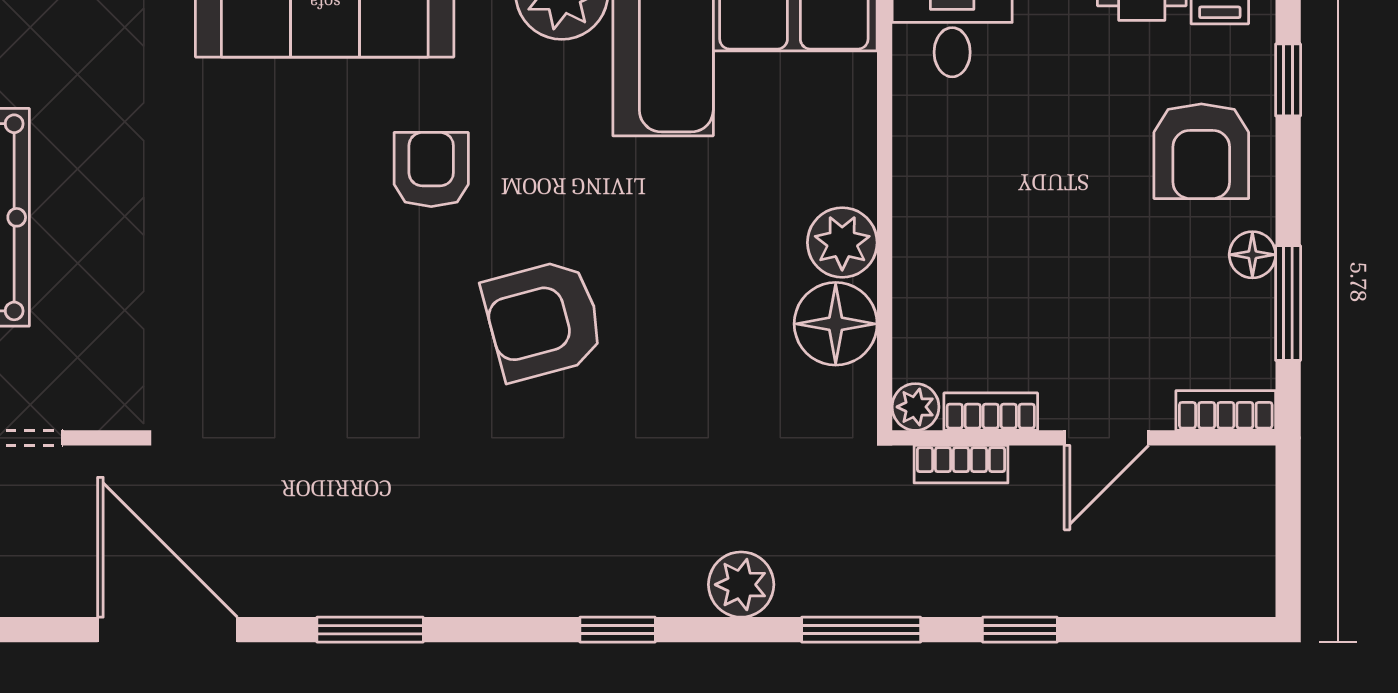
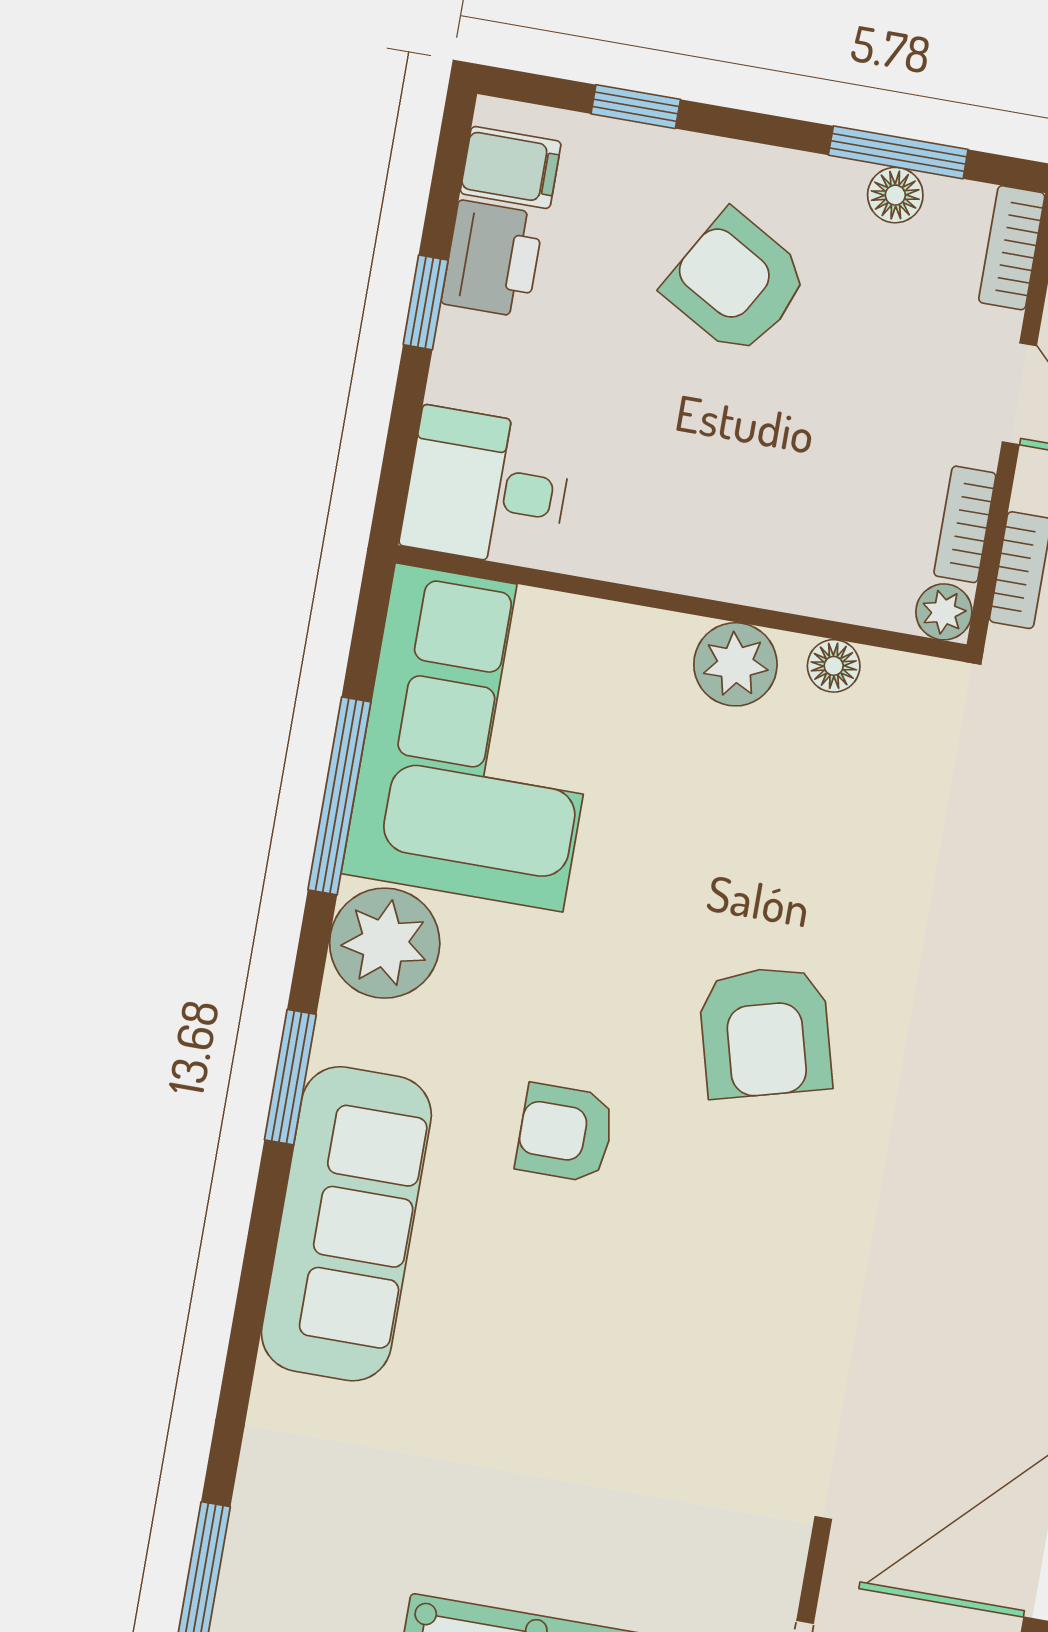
armchair: (1201, 151) -> (736, 283), moved, turned -150
floor lamp: (1252, 255) -> (895, 195), moved
floor lamp: (836, 324) -> (834, 666), width x0.53, depth x0.53

